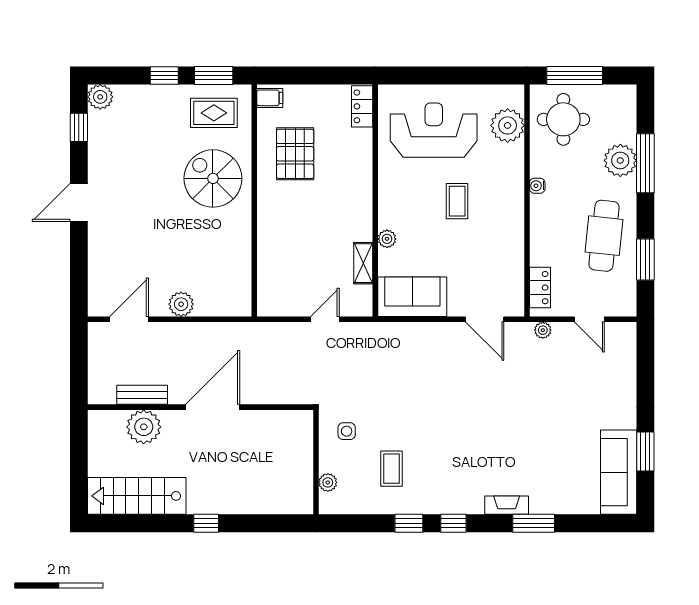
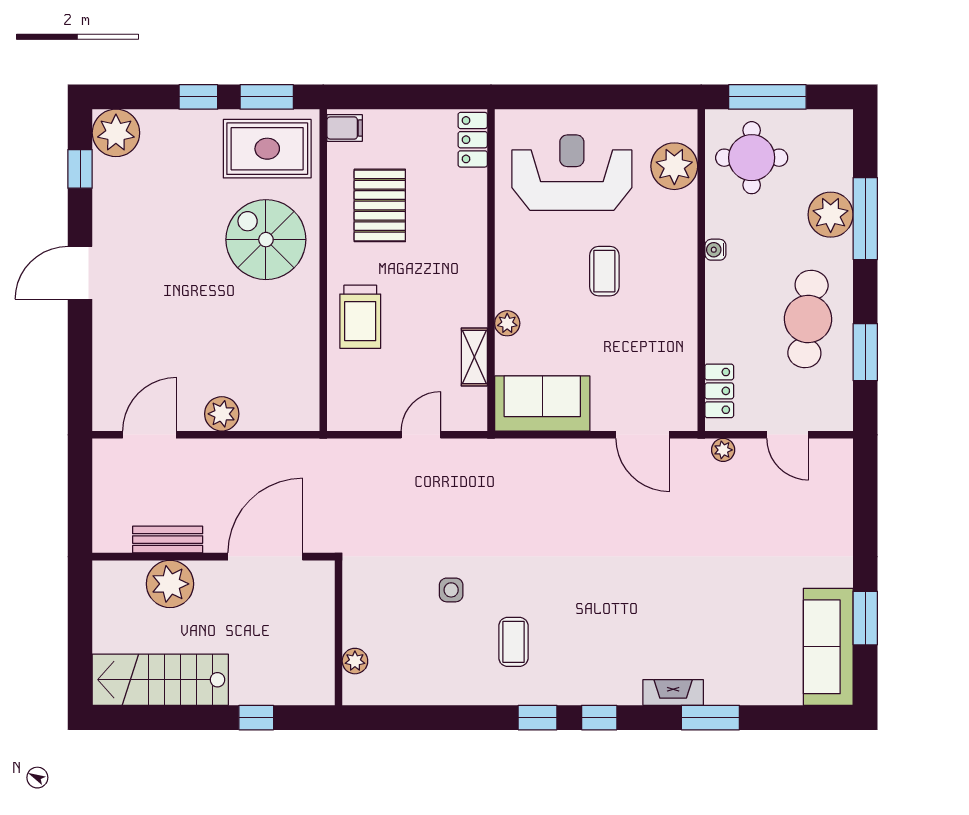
plant: (100, 97) -> (116, 133), width x1.36, depth x1.36
rug: (214, 113) -> (267, 149), width x1.36, depth x1.43
trolley: (281, 234) -> (360, 317), added
wall: (316, 462) -> (339, 633), moved
plant: (328, 482) -> (355, 661), moved

